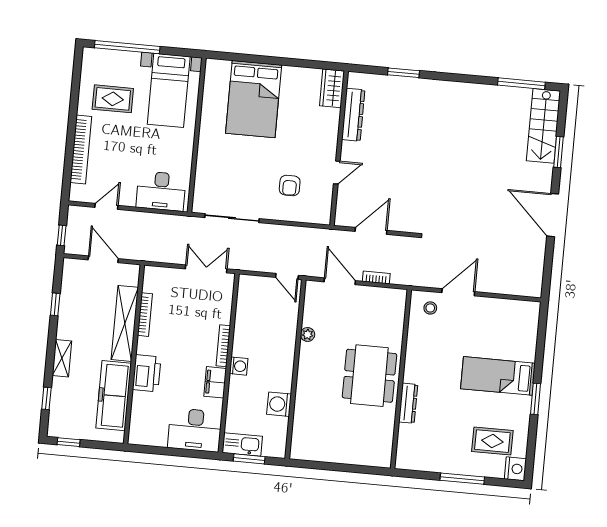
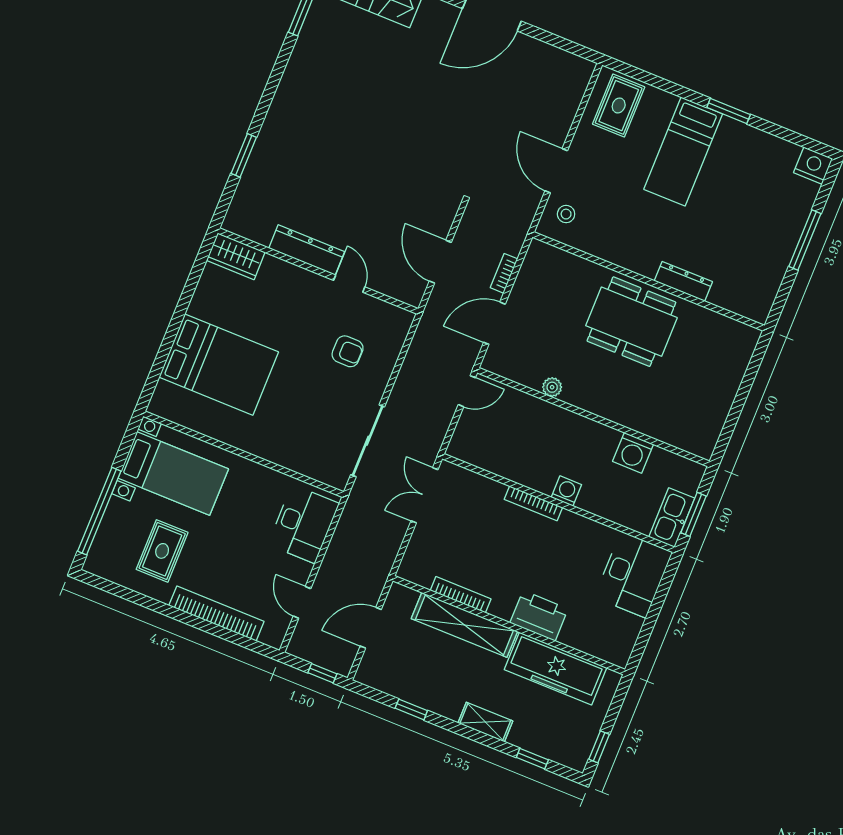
dresser: (353, 115) -> (307, 250), moved
filing cabinet: (215, 382) -> (578, 529), removed
rug: (492, 441) -> (619, 106), moved

